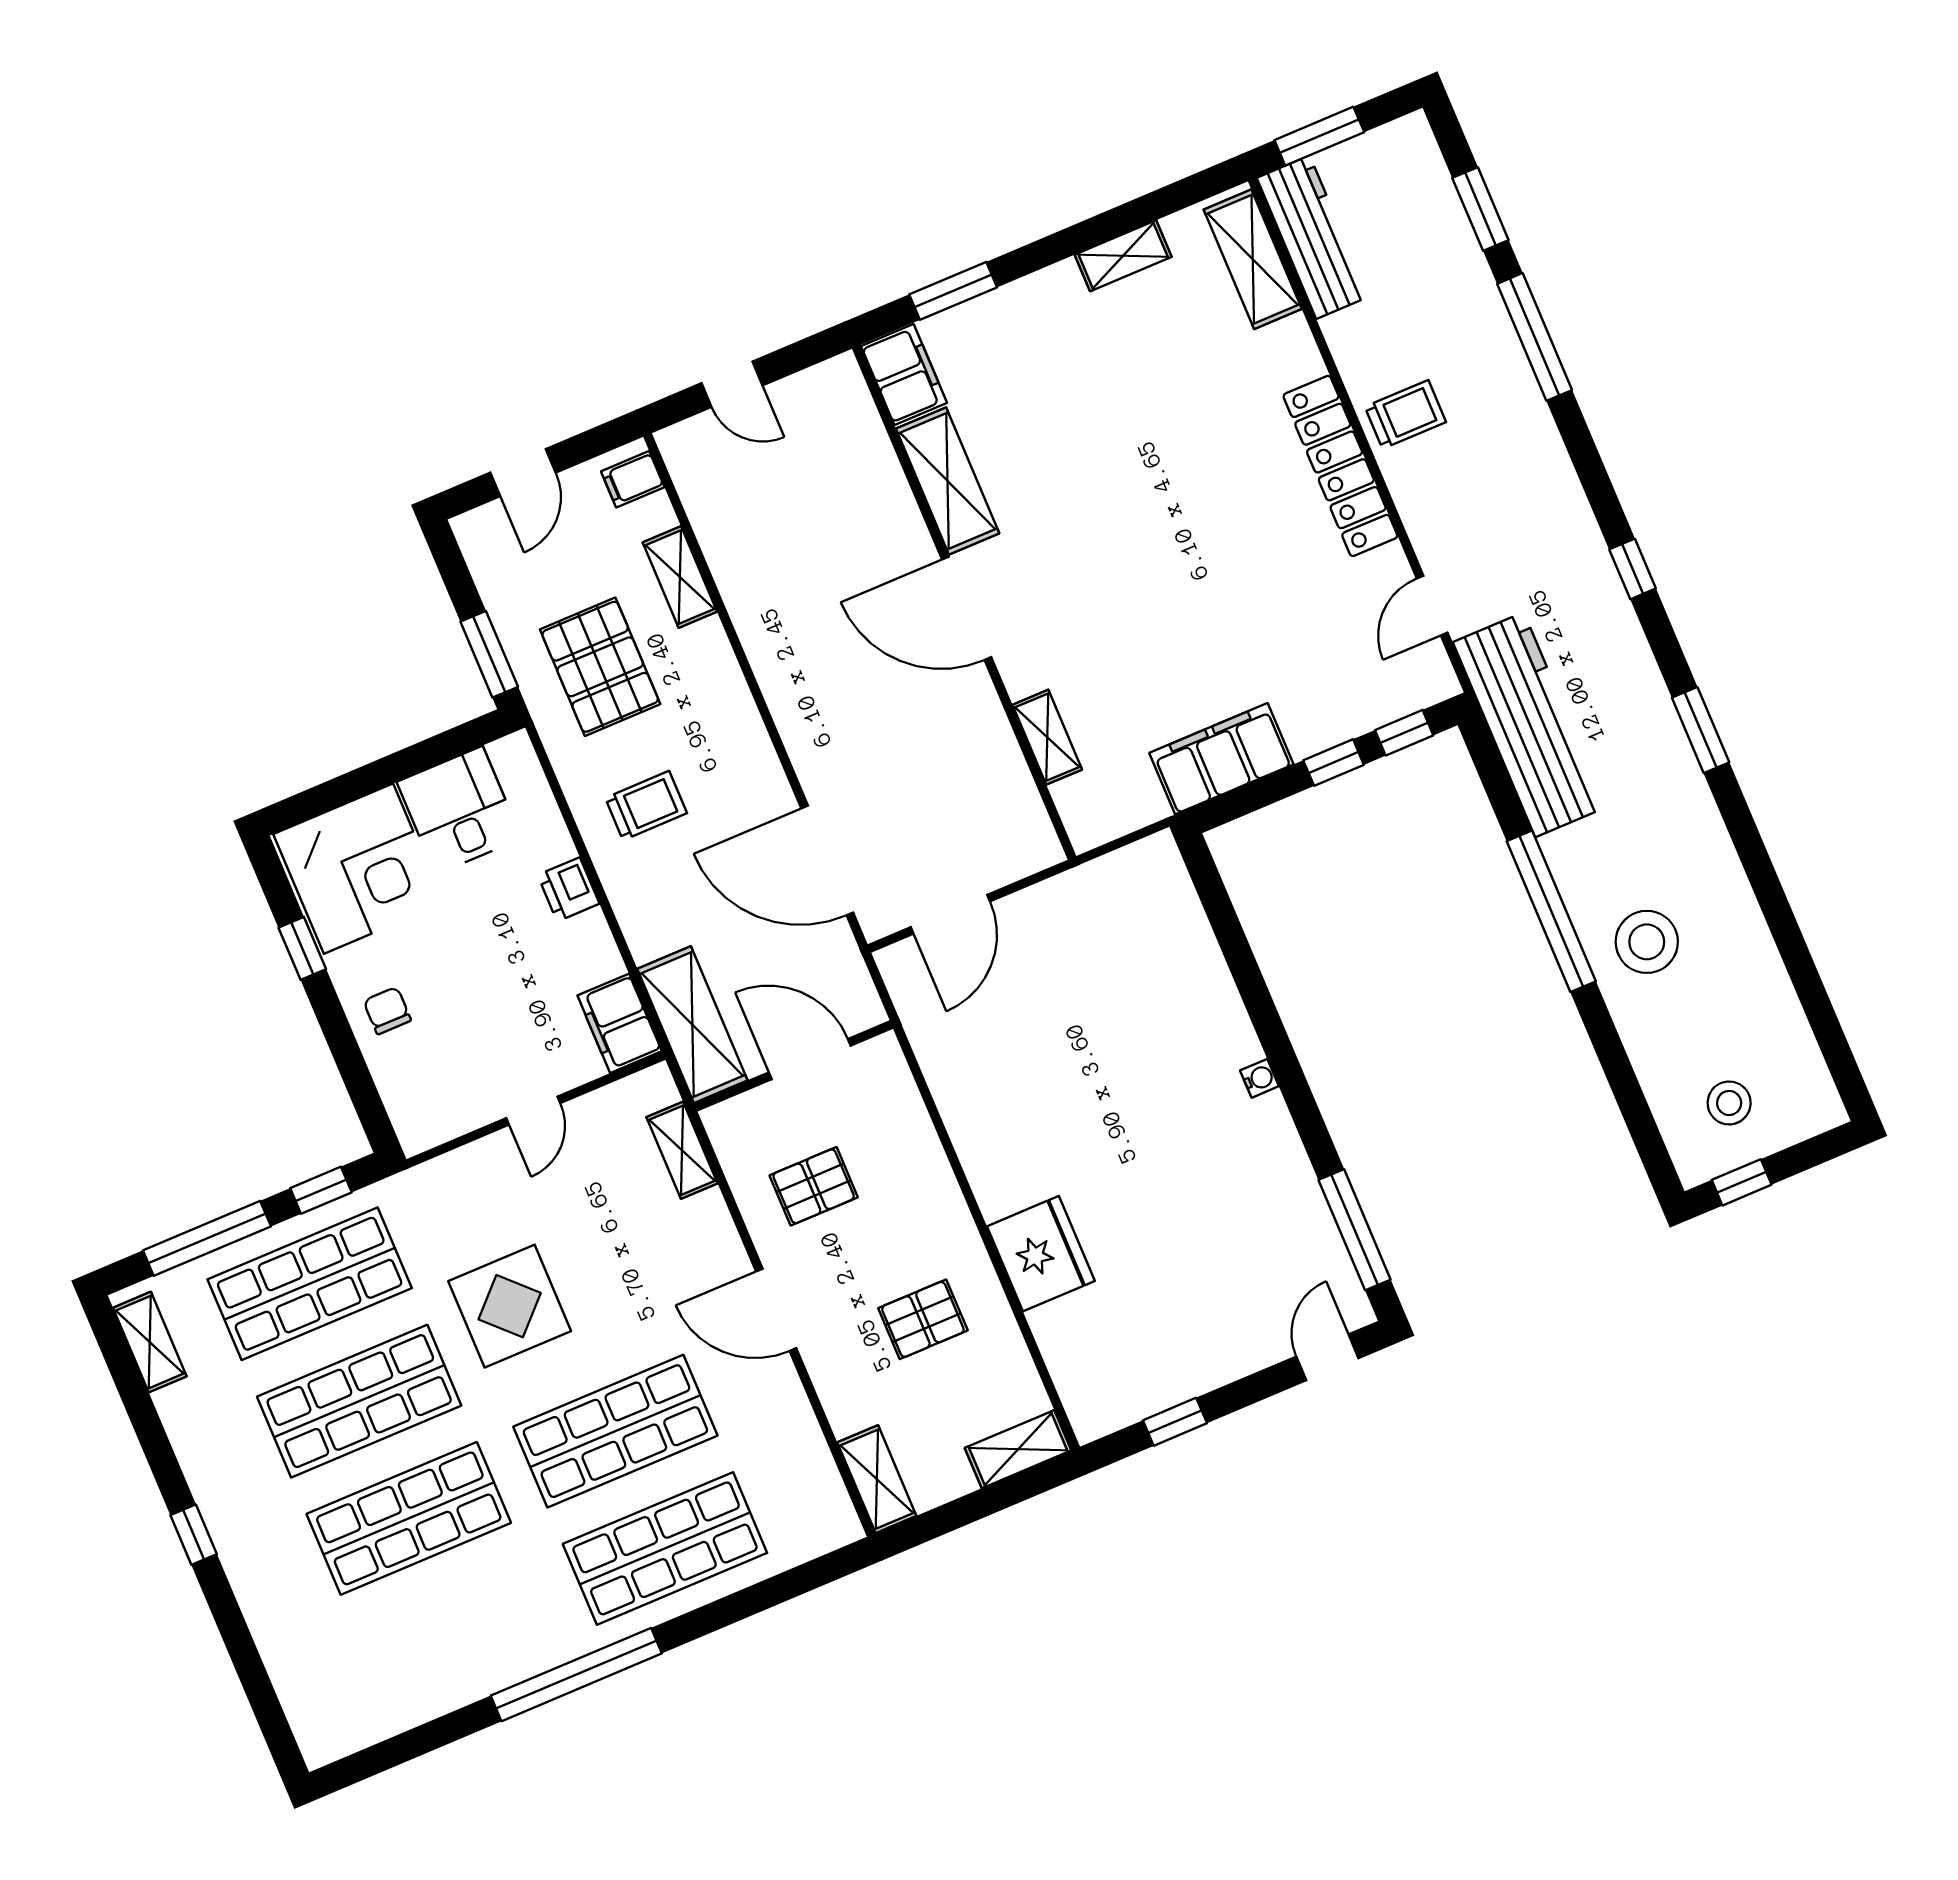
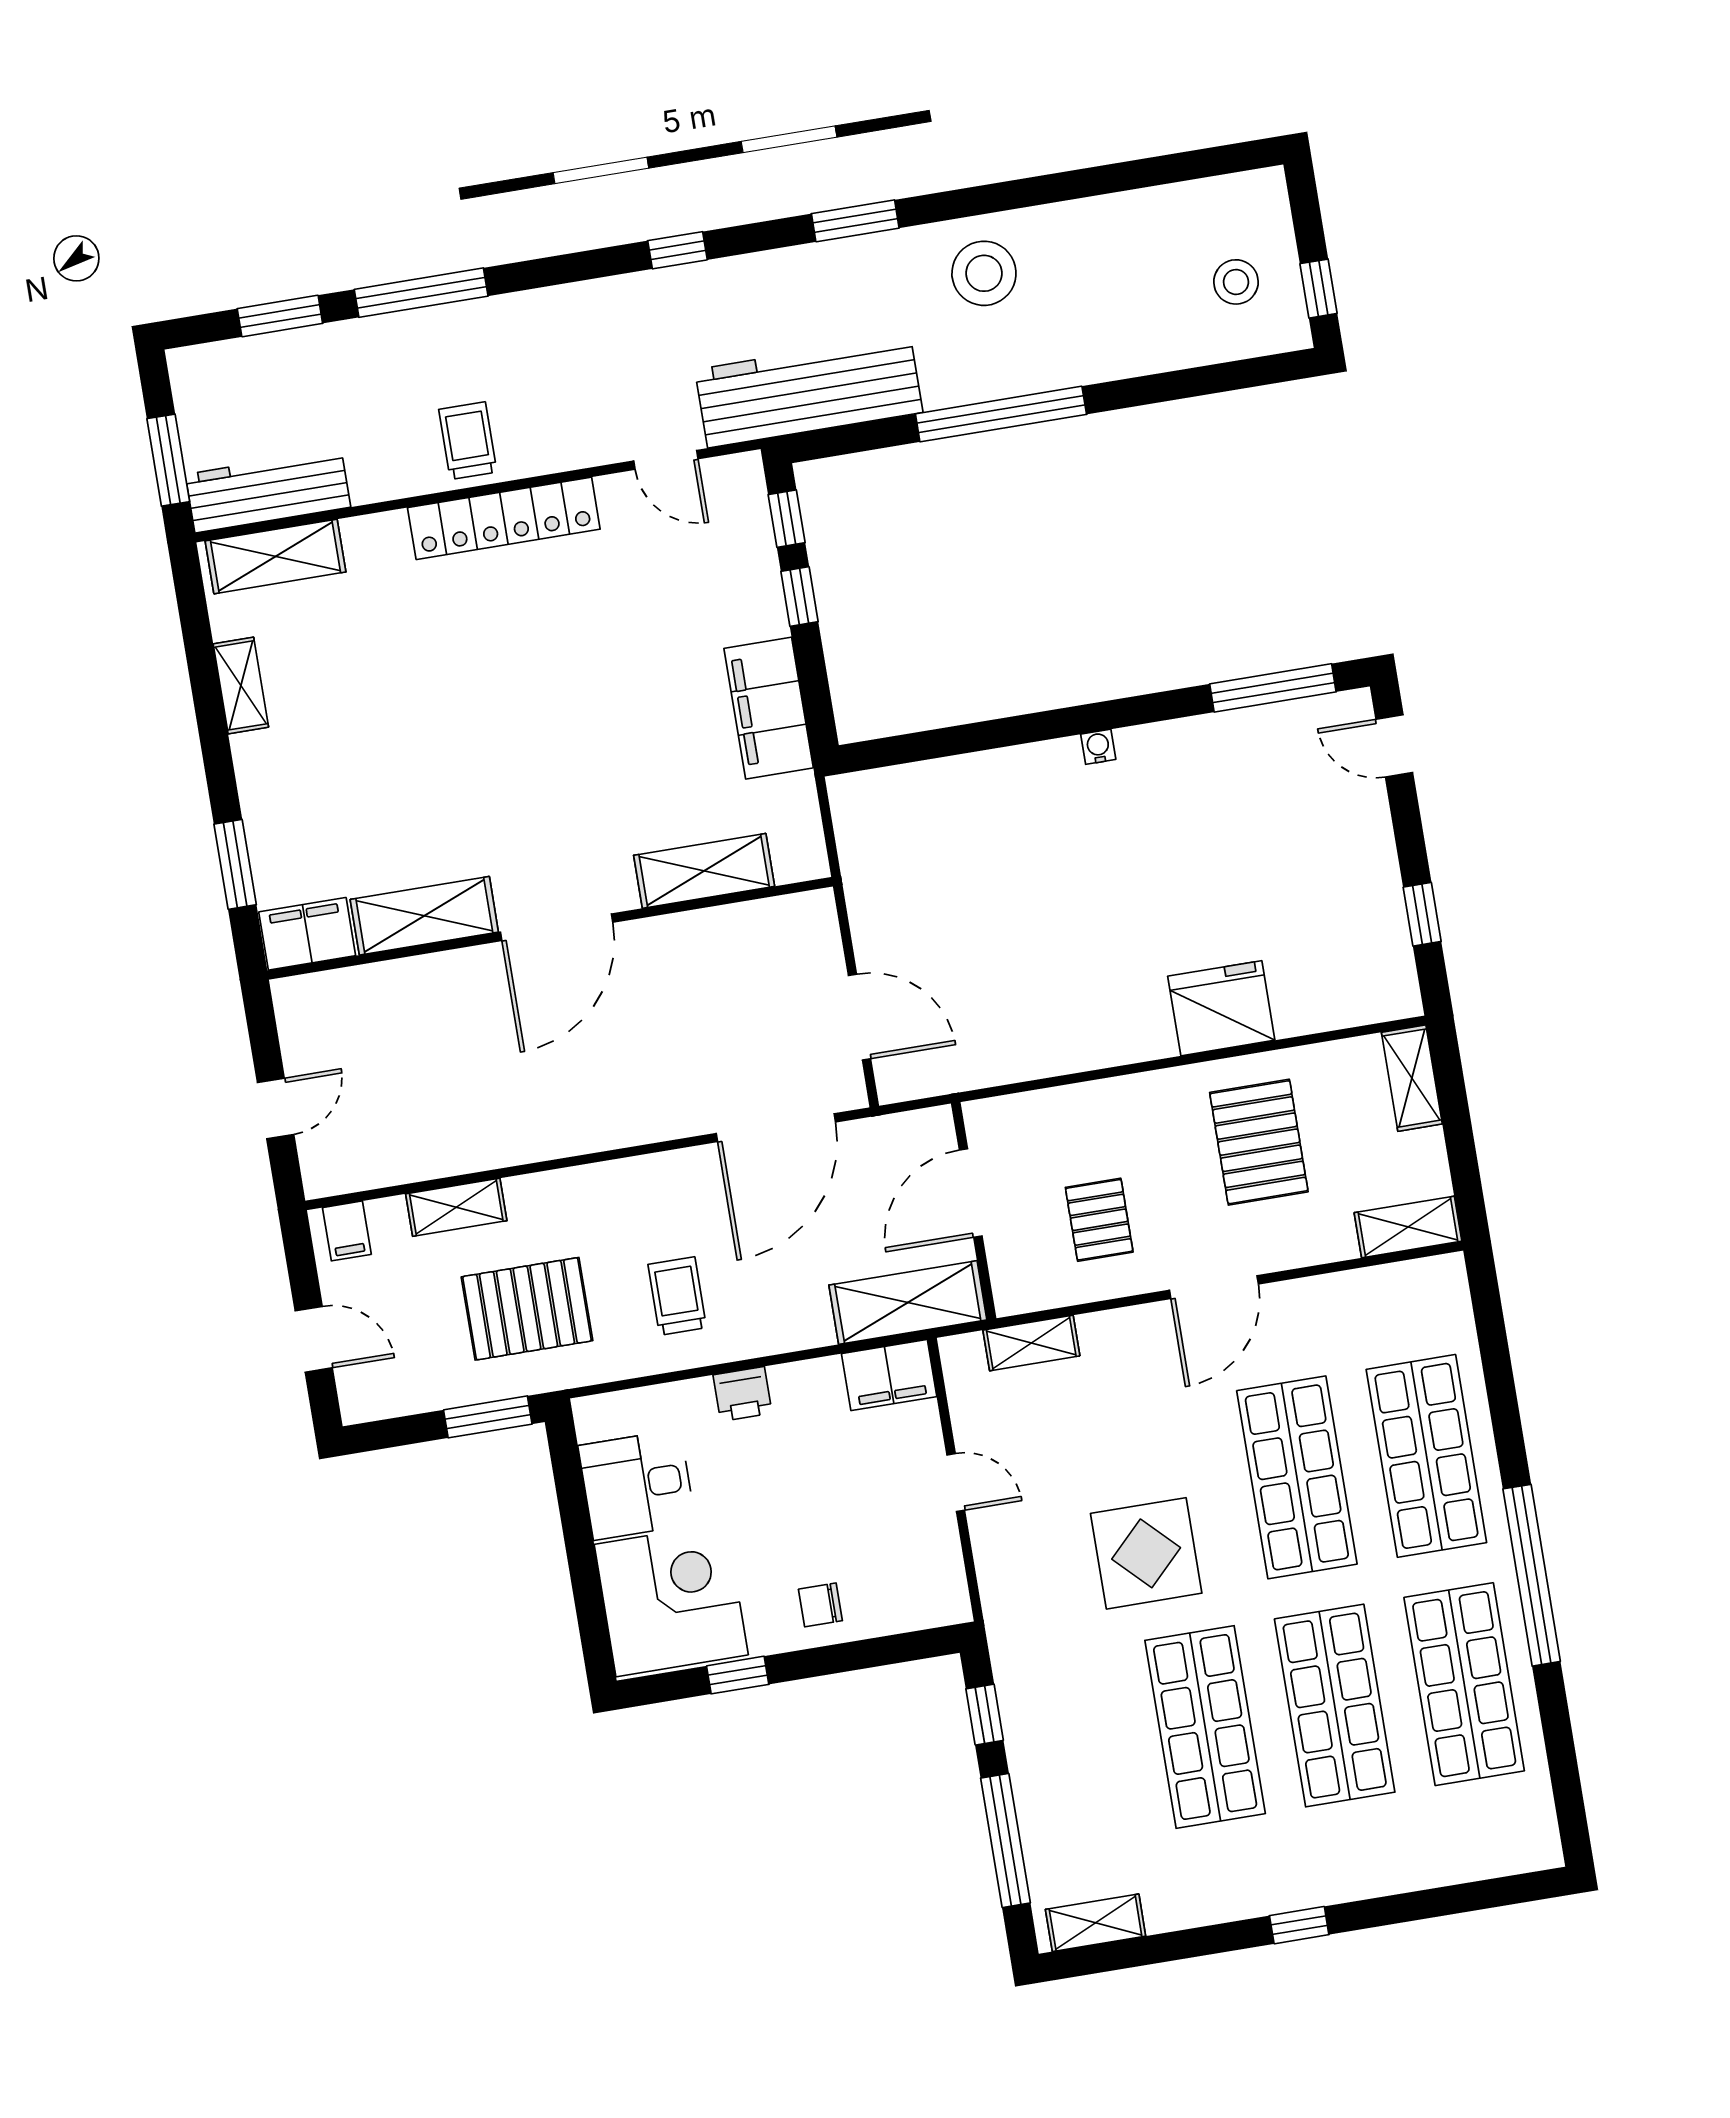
shelving: (1047, 737) -> (704, 871), width x1.50, depth x1.33
stool: (1647, 942) -> (984, 273), moved
shop shelf: (310, 1284) -> (1464, 1684), moved
pallet: (923, 1319) -> (1259, 1142), width x1.50, depth x1.42

